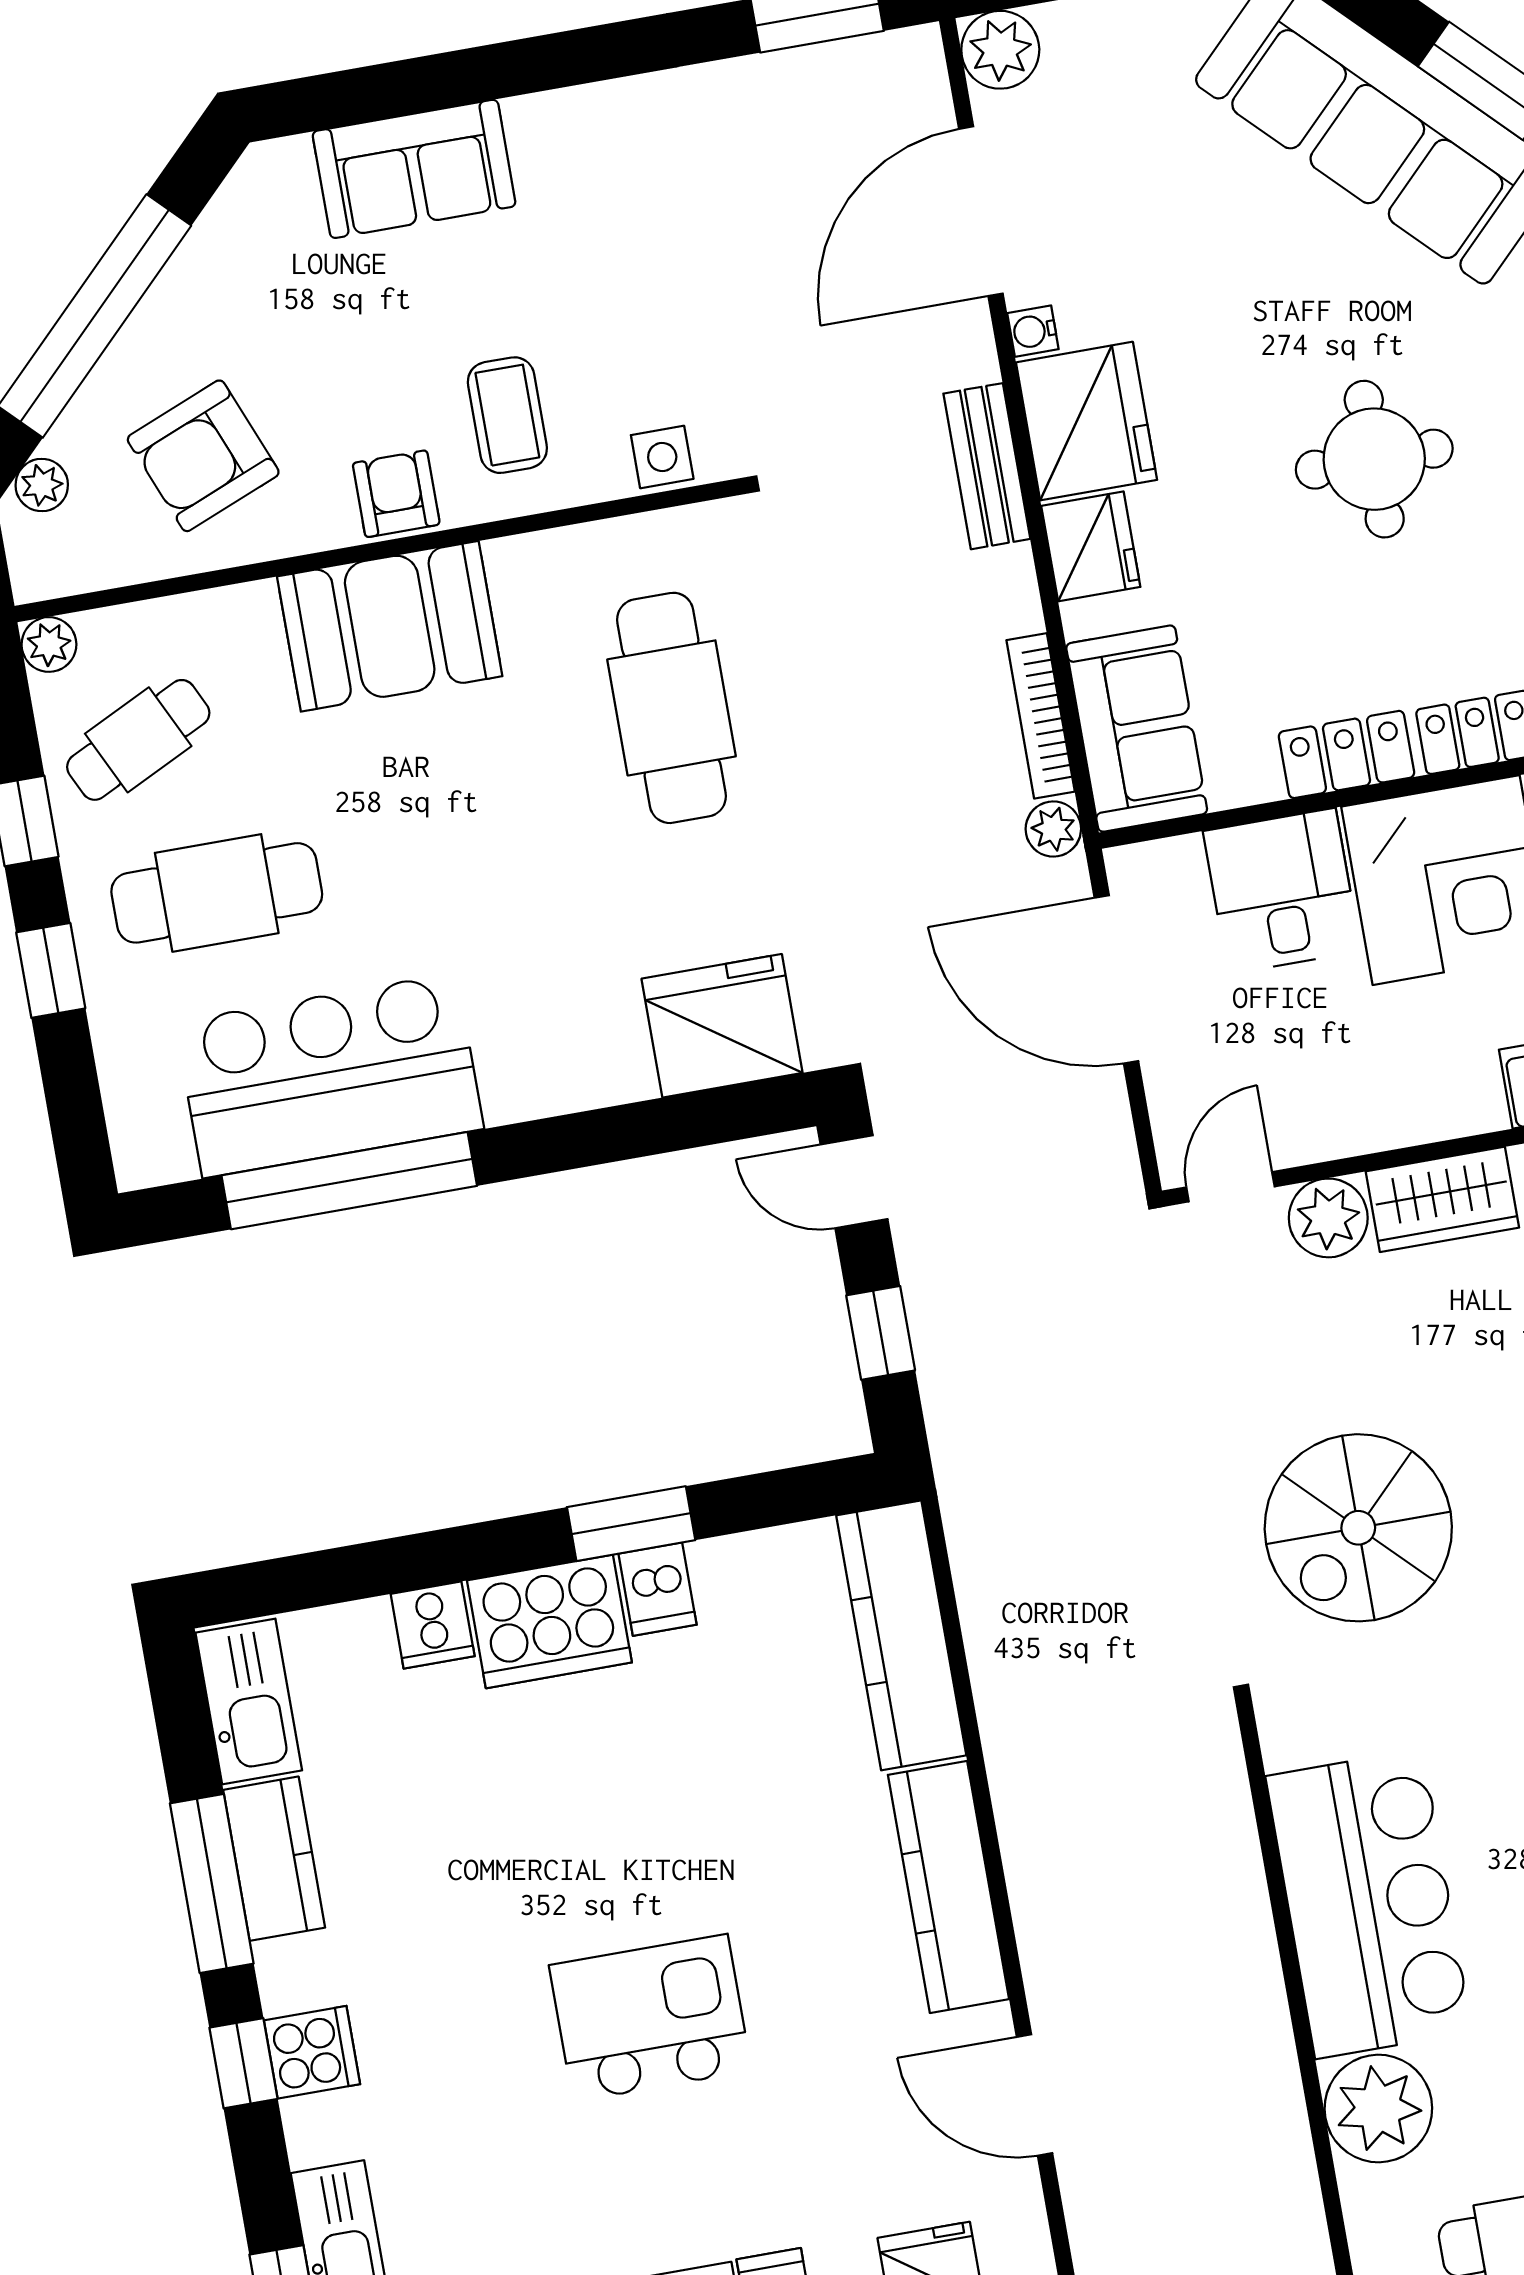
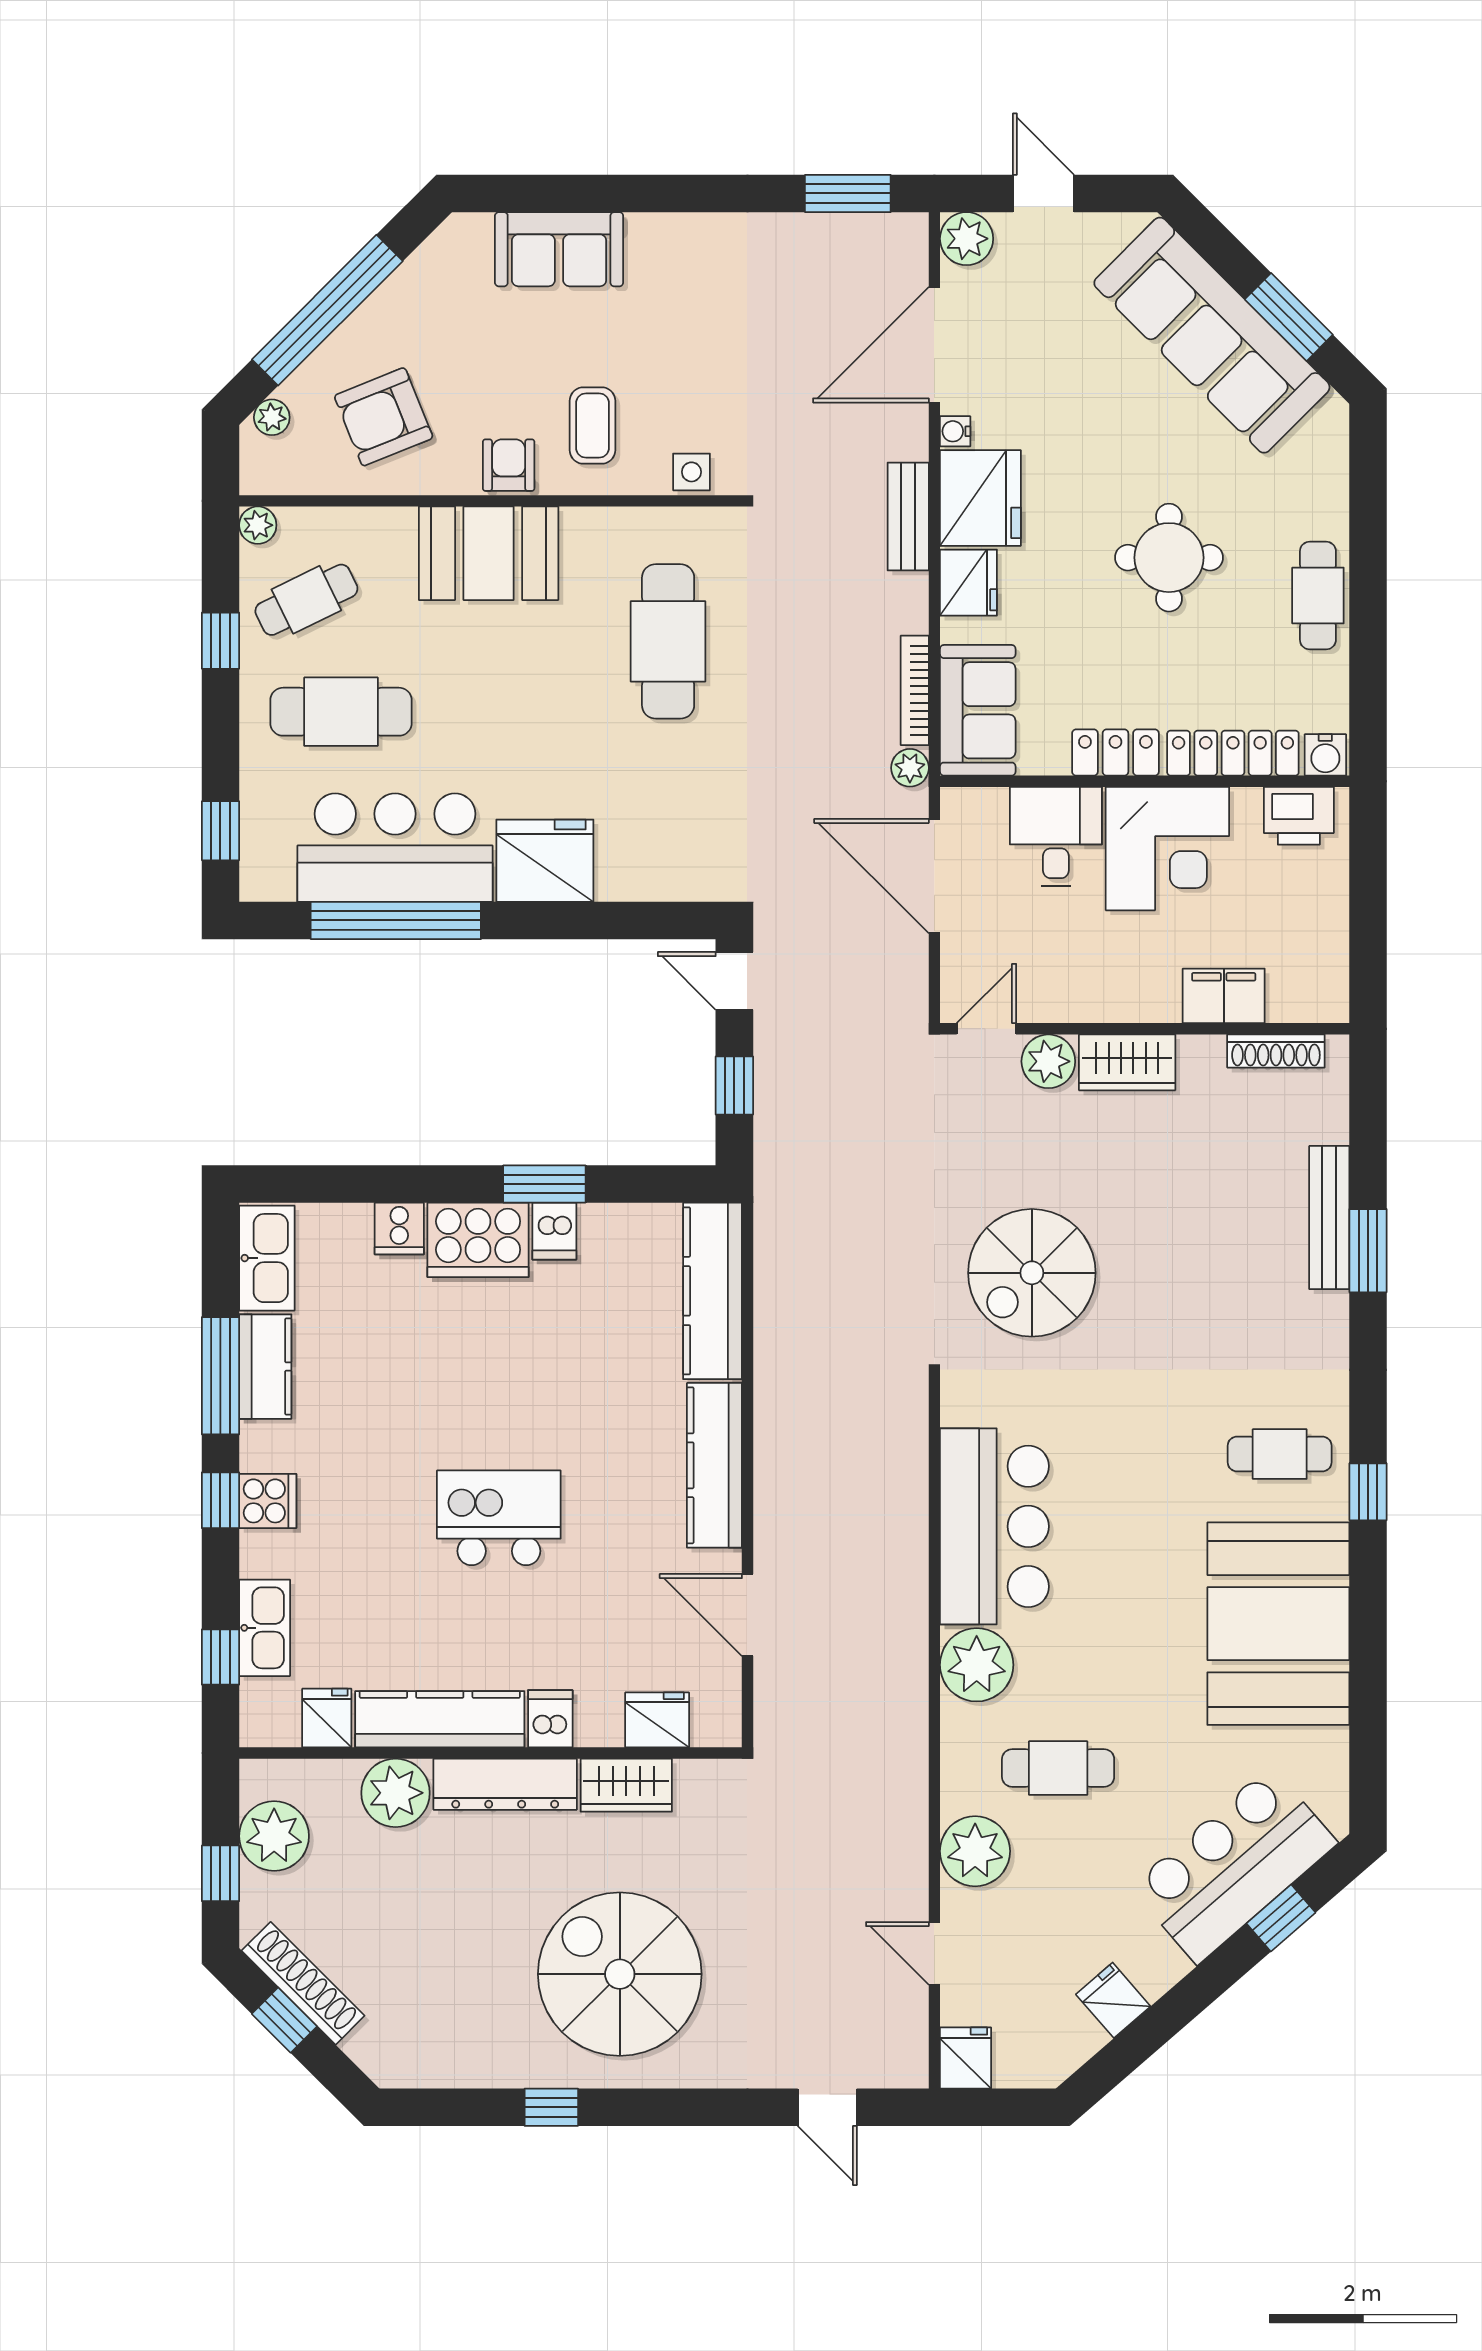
window: (51, 970) -> (220, 831), moved
fridge: (722, 1026) -> (545, 861), moved

